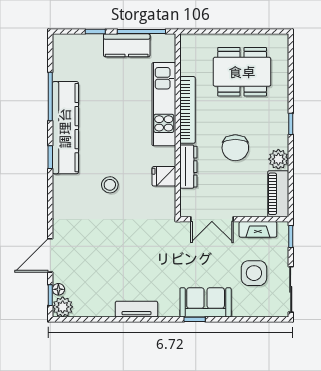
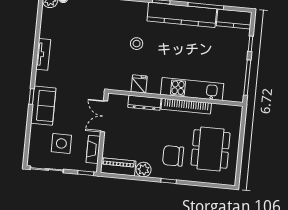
kitchen counter: (127, 45) -> (234, 19), moved, turned -90
chair: (235, 148) -> (173, 156), moved

